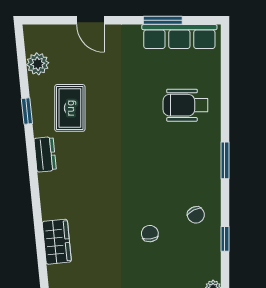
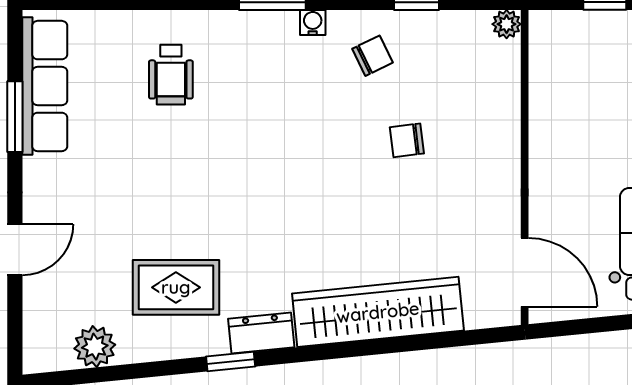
wheelchair: (186, 105) -> (171, 75), width x0.73, depth x0.73
window: (27, 111) -> (231, 361), moved
water cooler: (214, 182) -> (313, 22), added
wardrobe: (57, 242) -> (378, 312), width x2.10, depth x1.17

